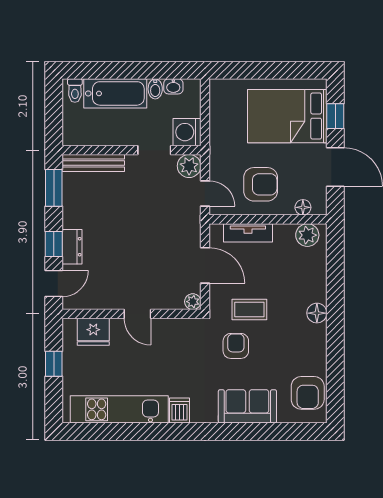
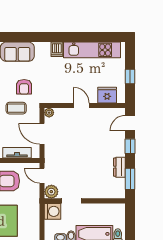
bench: (93, 163) -> (107, 193), removed
dresser: (72, 247) -> (119, 167), moved

